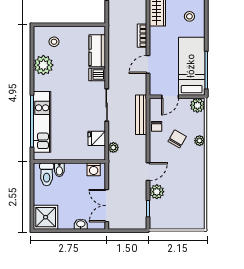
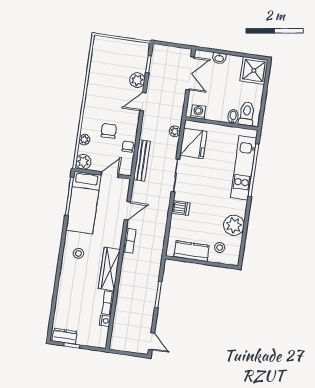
kitchen counter: (97, 51) -> (192, 251), moved, turned -90
fridge: (97, 138) -> (193, 143), width x1.88, depth x1.34
chair: (177, 139) -> (109, 131), turned 150
plant: (200, 141) -> (84, 140), moved

